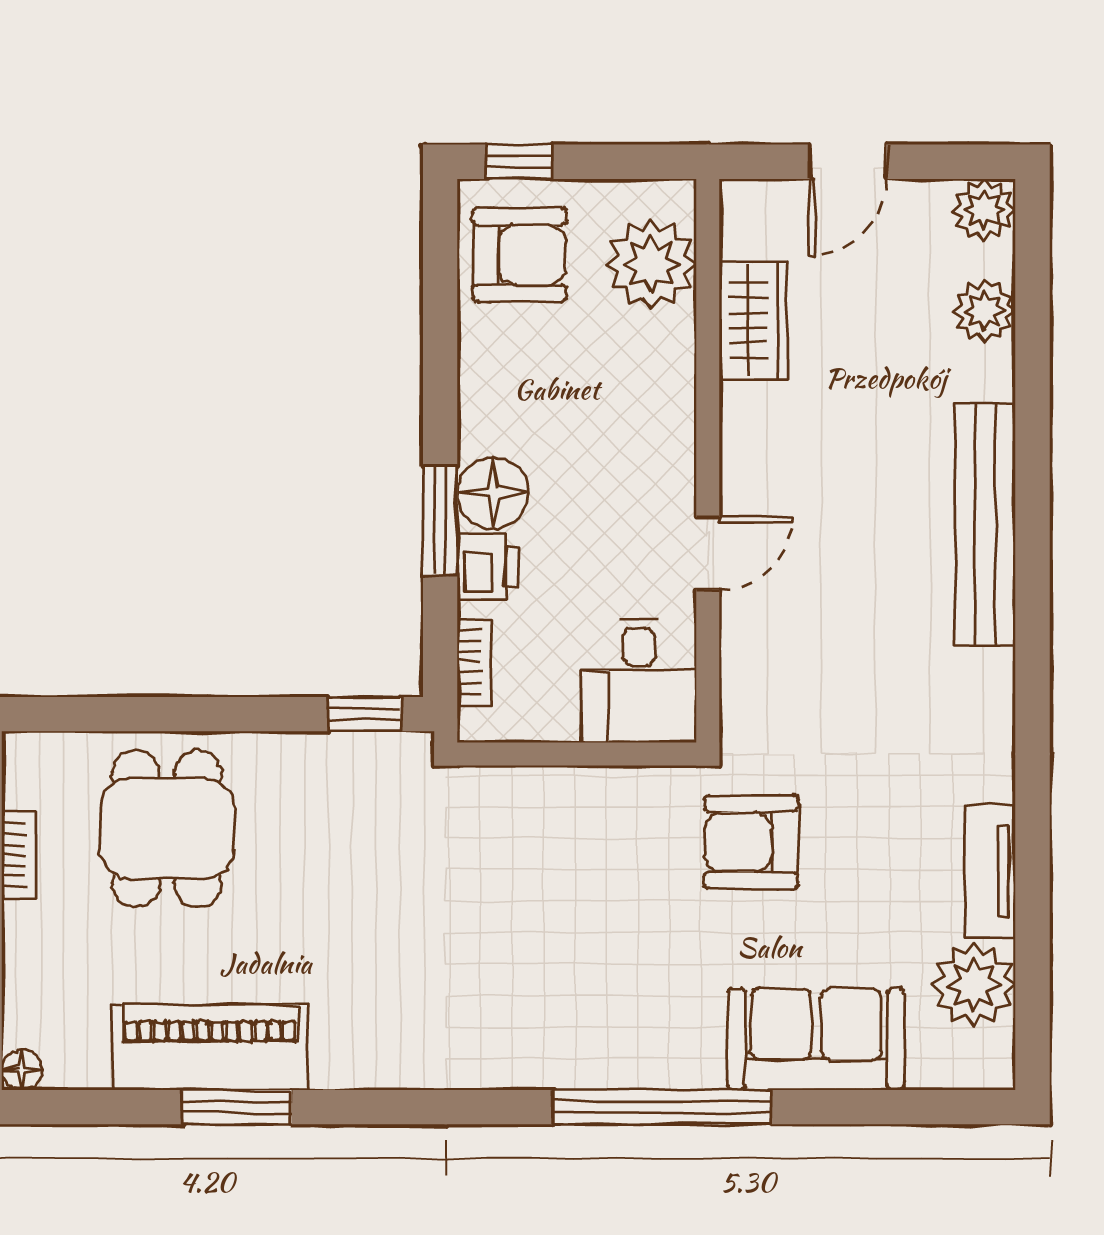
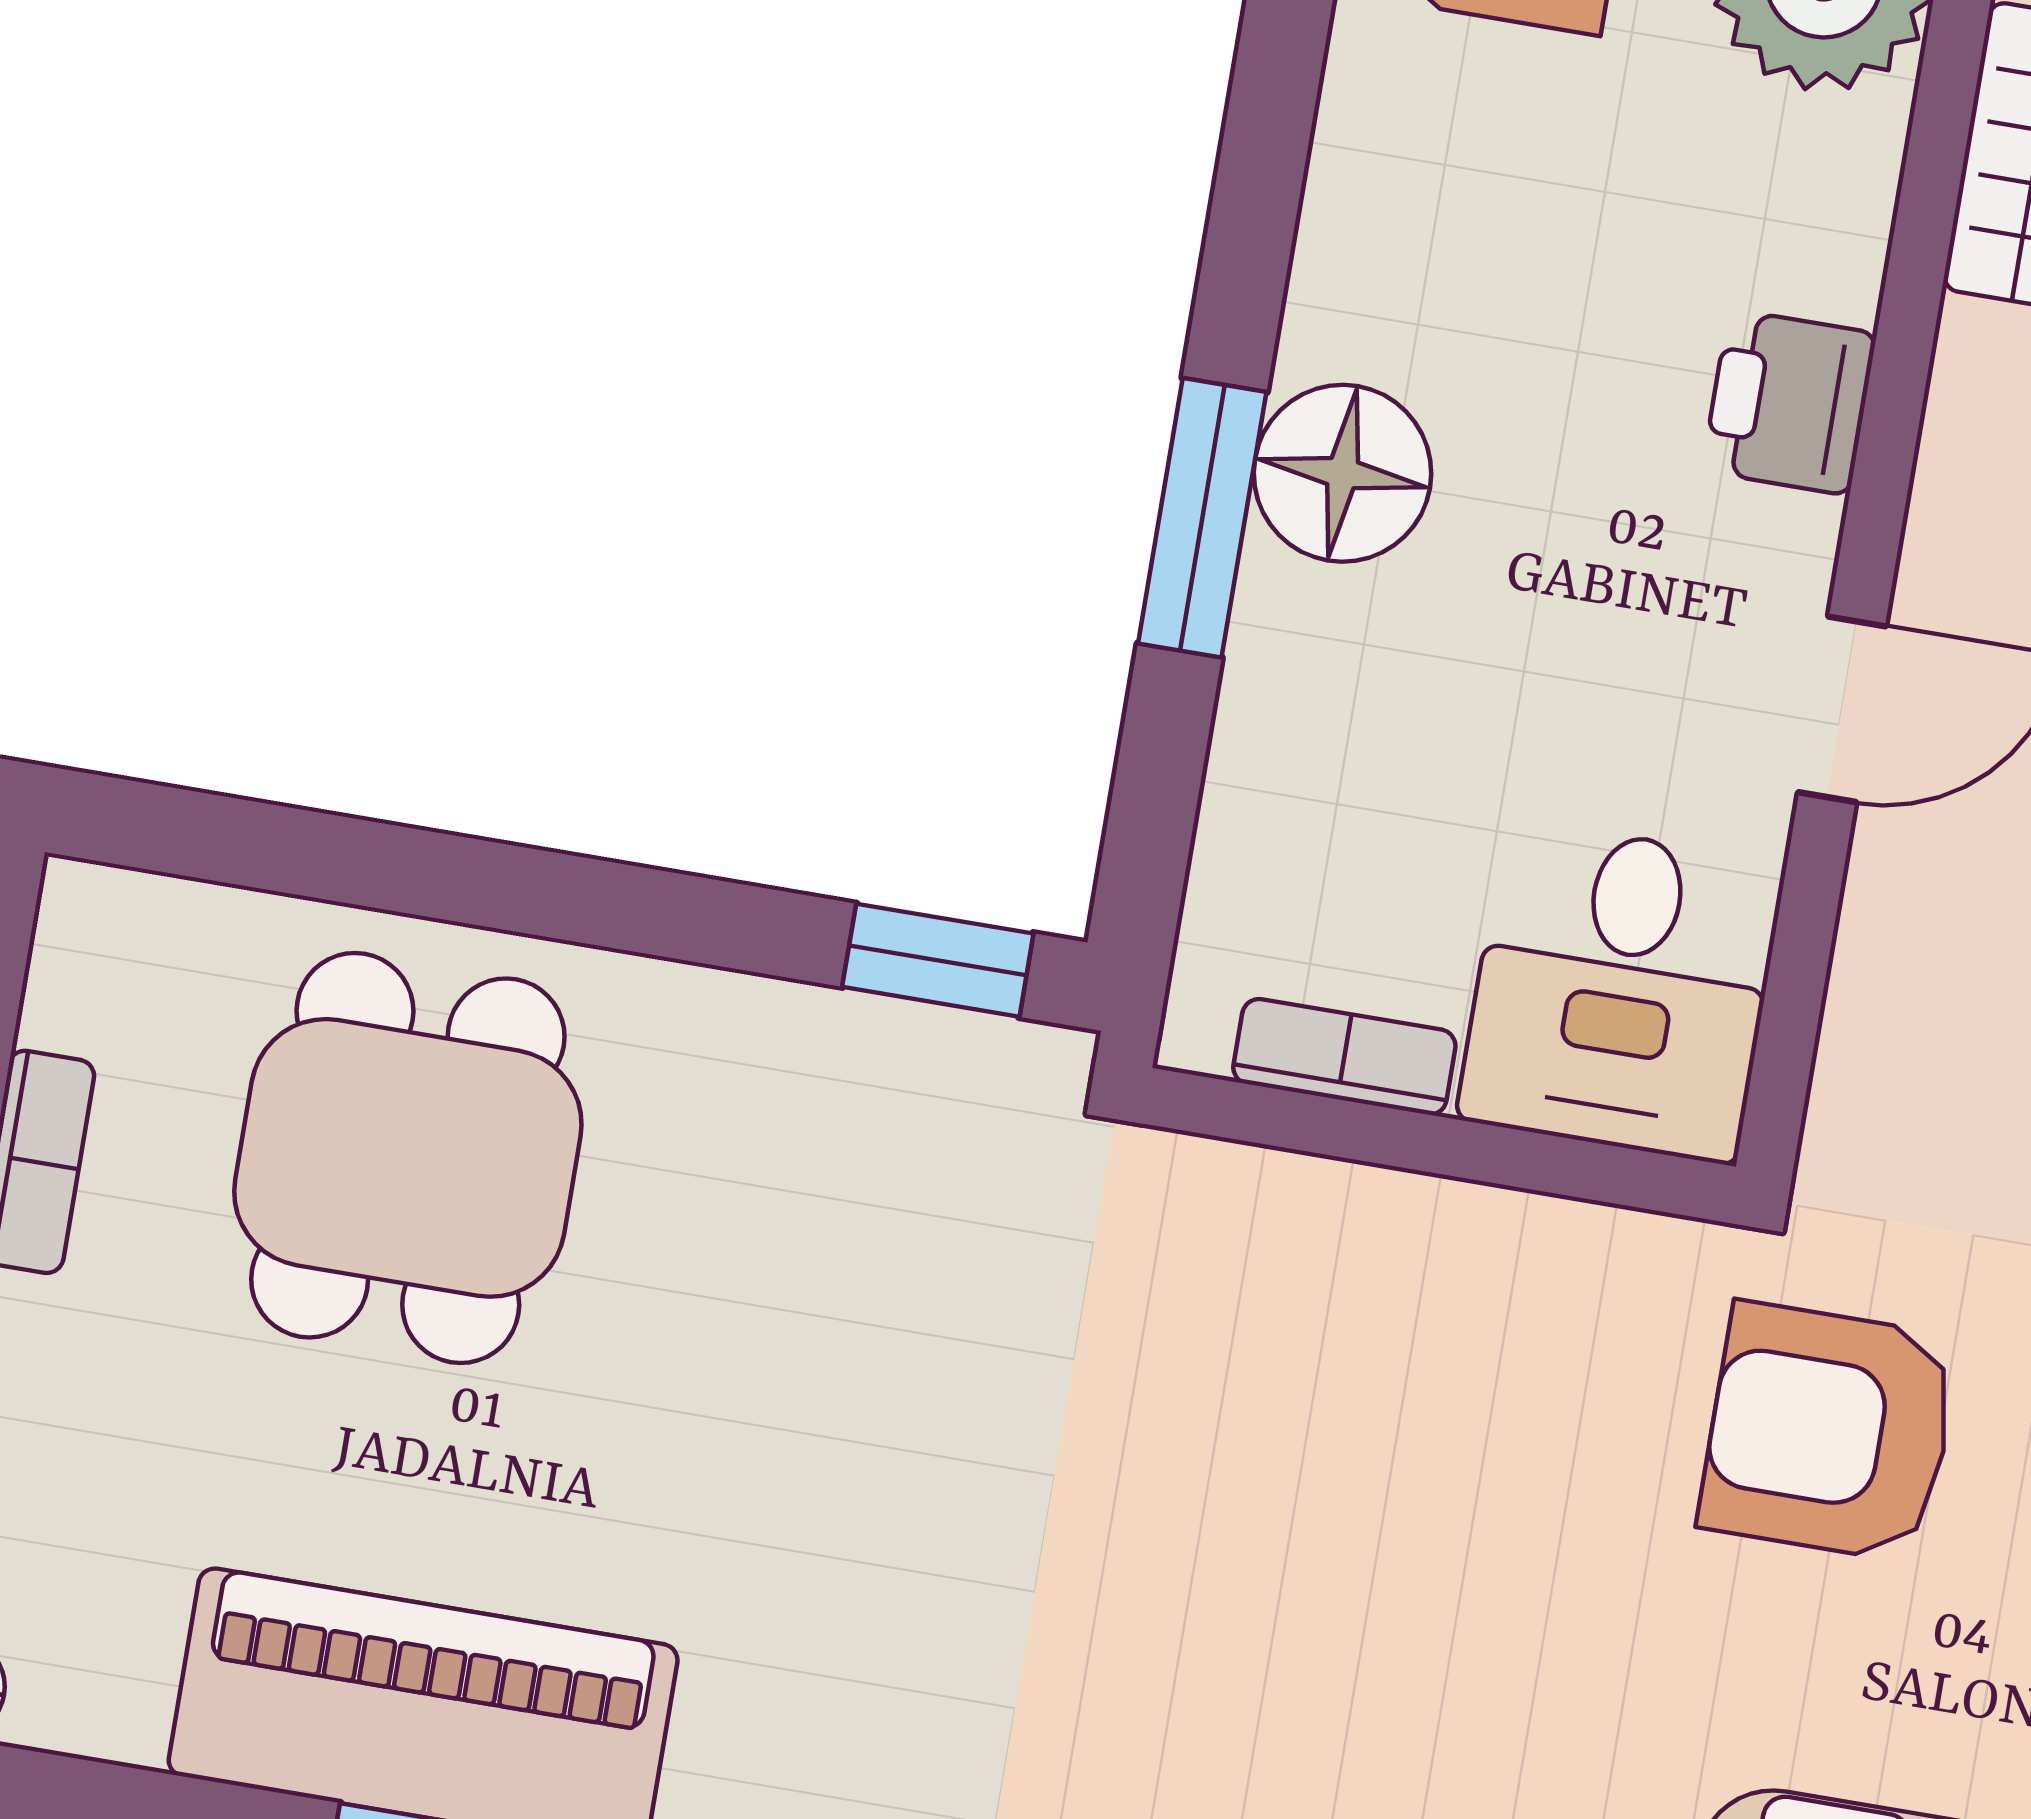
printer: (488, 567) -> (1789, 402), moved, turned 180
bookcase: (475, 662) -> (1344, 1057), moved, turned -90

